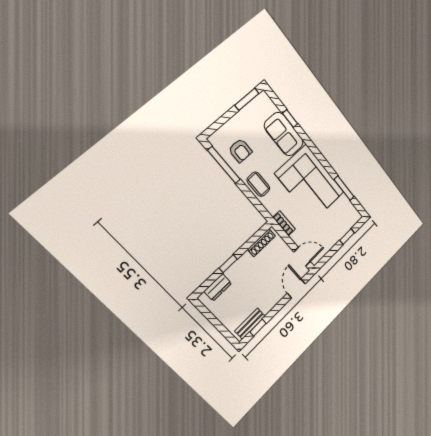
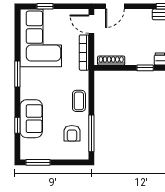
armchair: (240, 151) -> (72, 133), turned 180
corner sofa: (310, 183) -> (41, 38), moved
window: (344, 188) -> (17, 74), moved
bookcase: (284, 223) -> (84, 53), width x1.56

